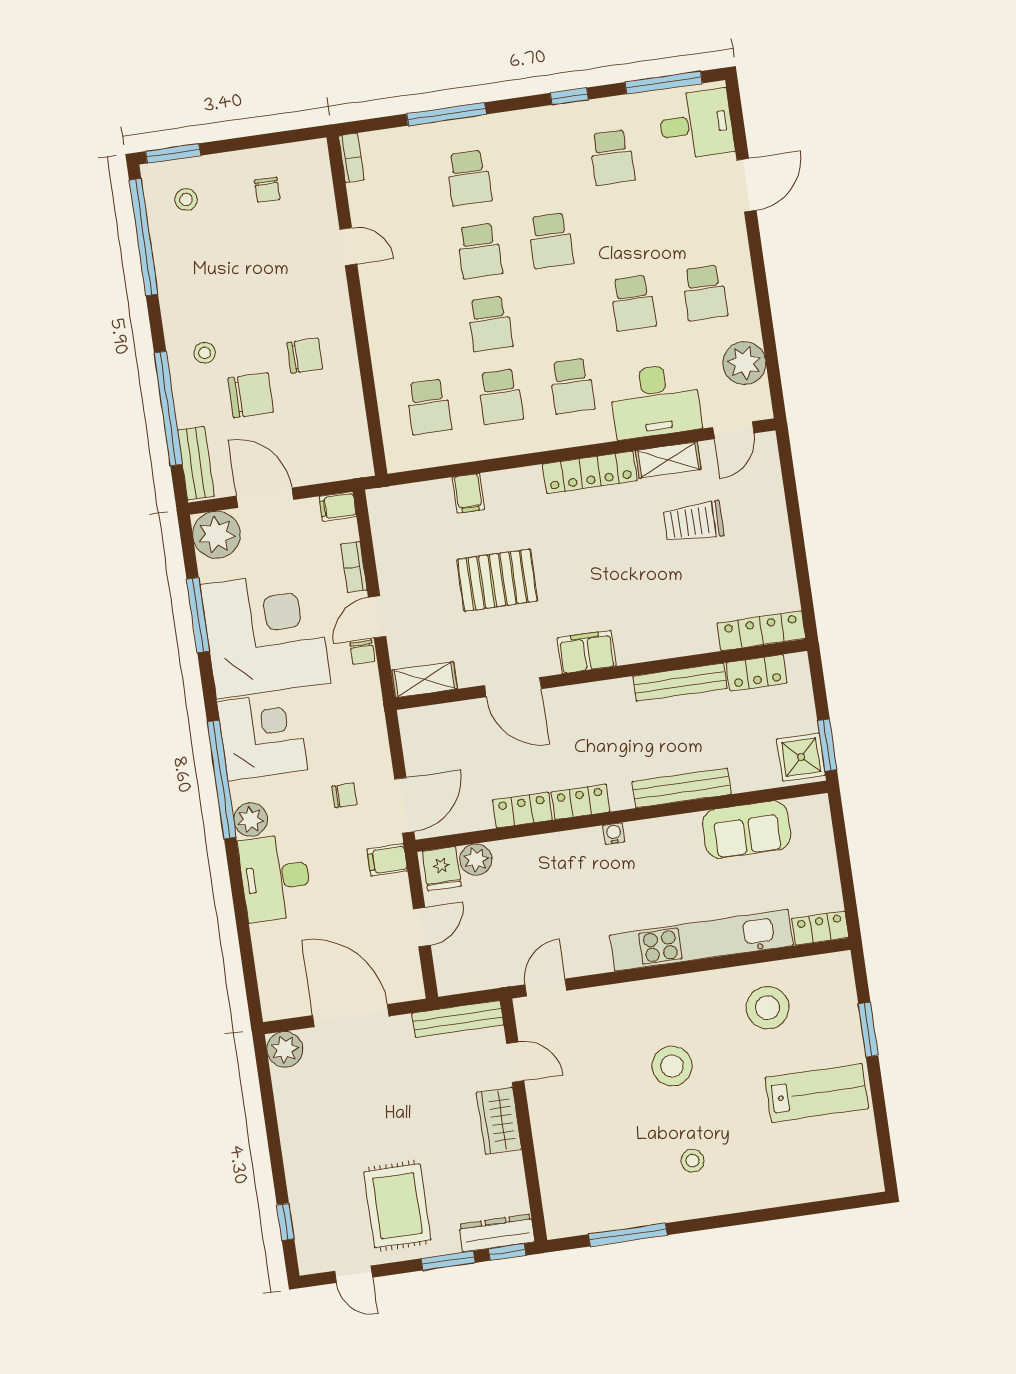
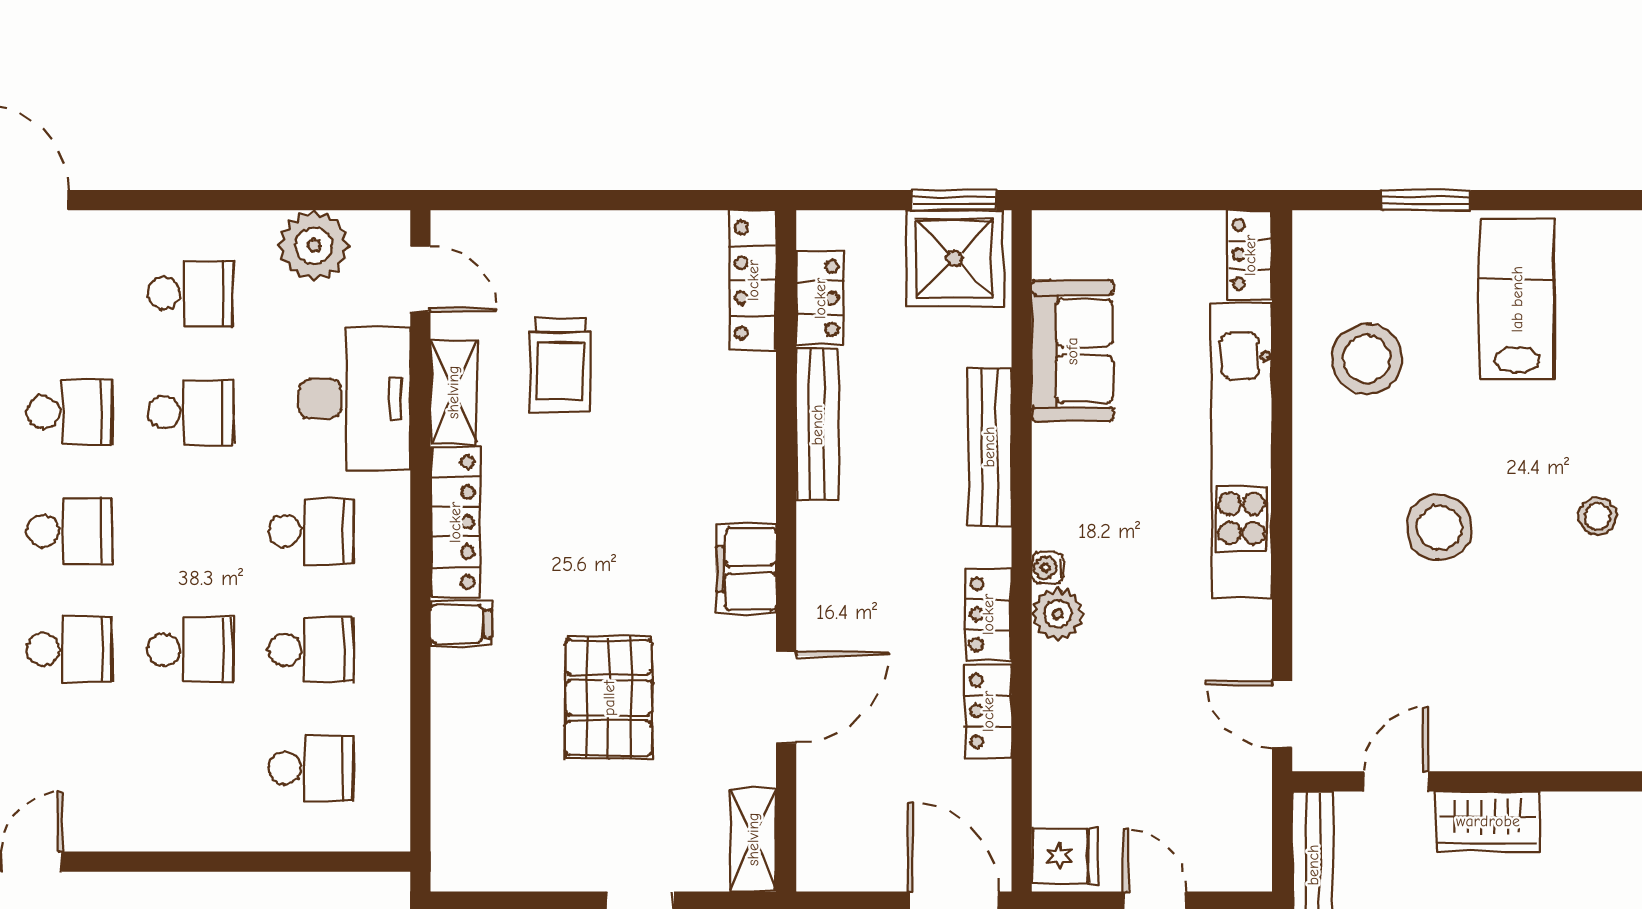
school desk: (623, 230) -> (69, 412), added
filing cabinet: (468, 493) -> (461, 624), moved
shower: (801, 757) -> (955, 258), width x1.36, depth x1.36
plant: (476, 860) -> (1058, 614), moved

